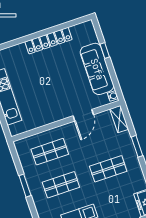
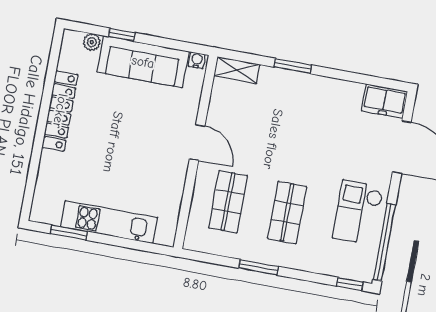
plant: (92, 37) -> (92, 42), added
door: (83, 115) -> (197, 143), moved
shop shelf: (108, 169) -> (303, 128), removed

